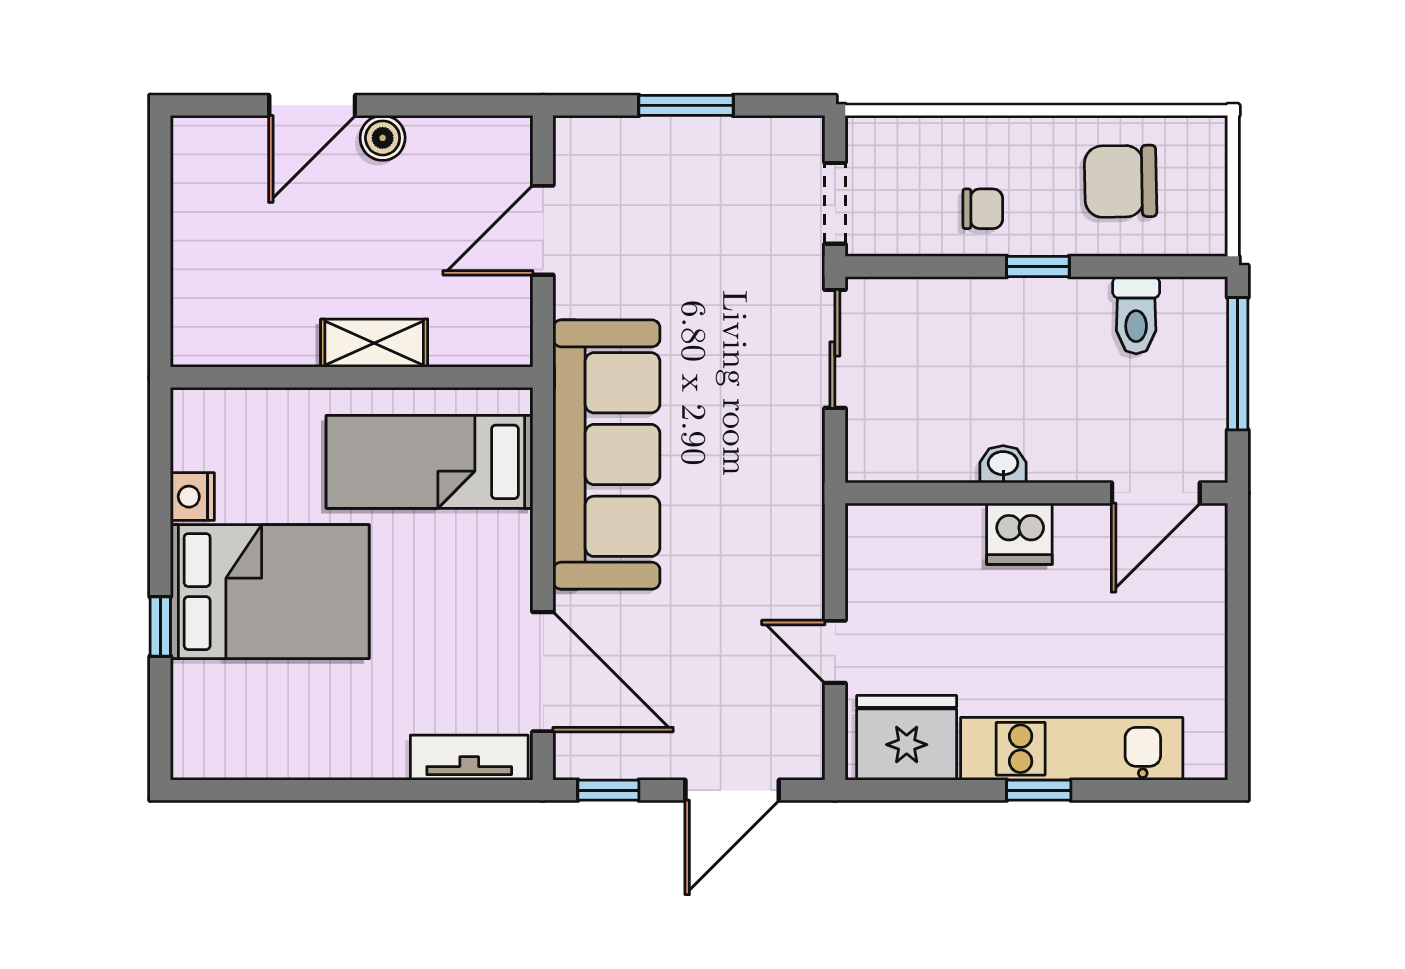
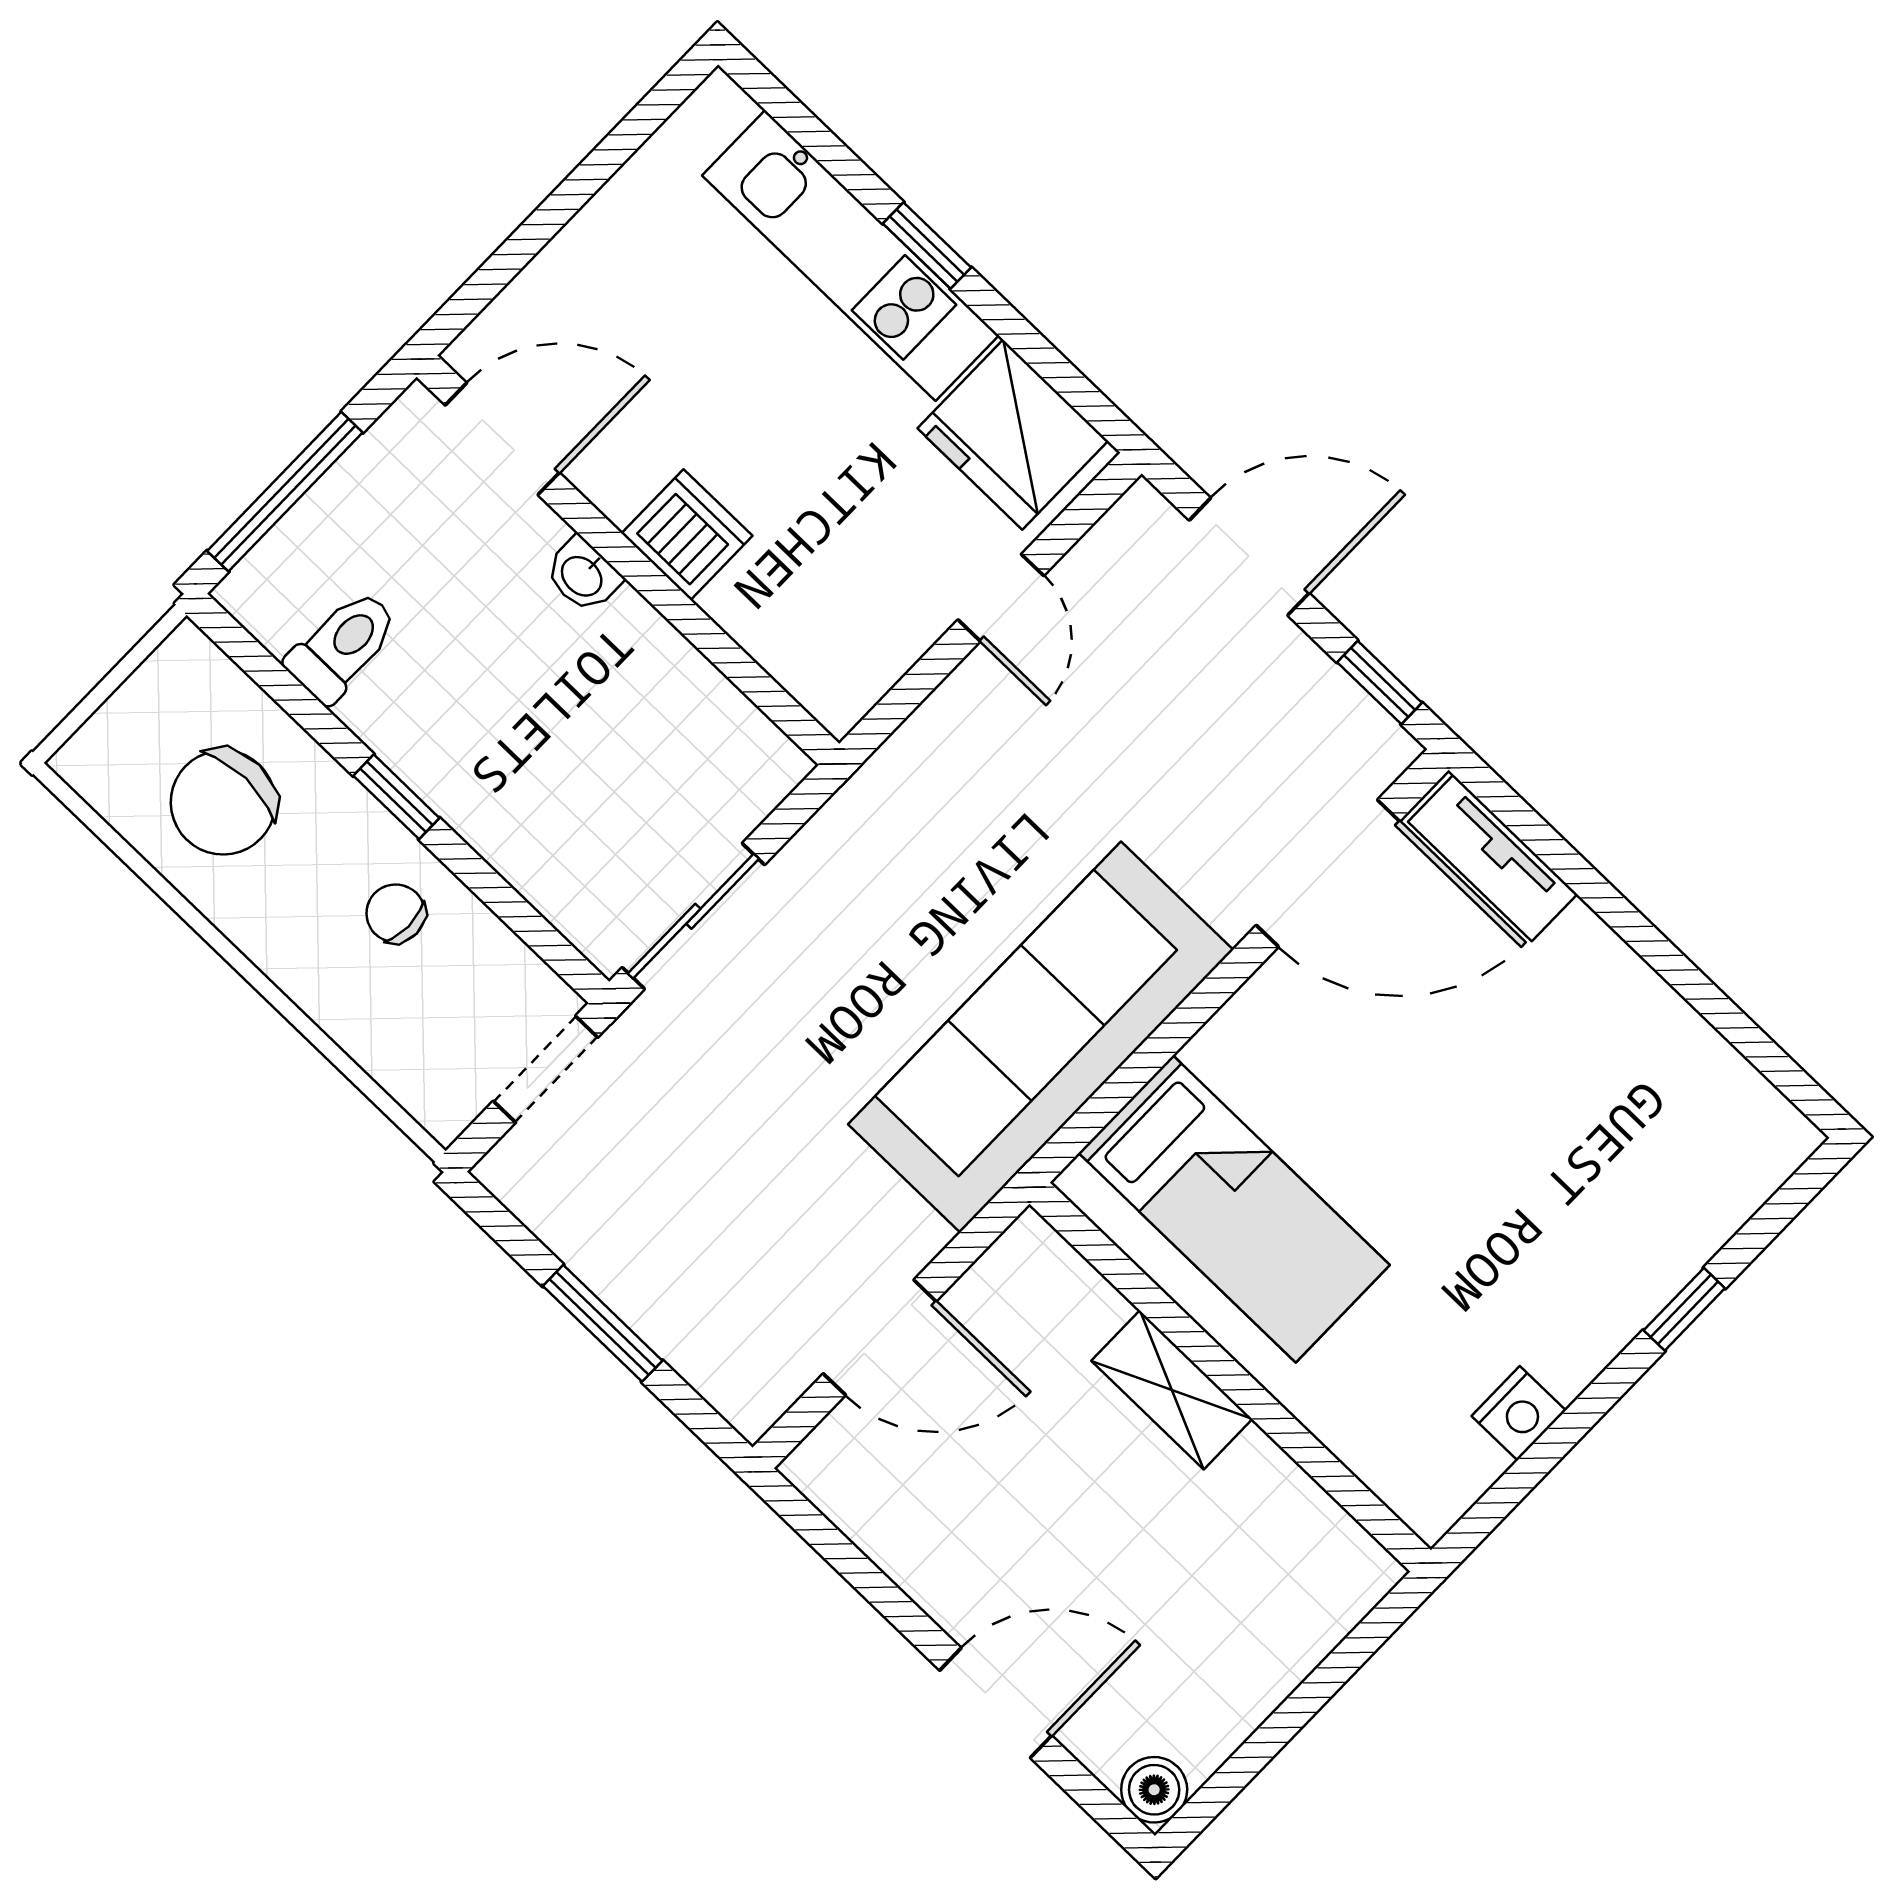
boiler: (383, 138) -> (1154, 1790), moved
chair: (1120, 181) -> (223, 802), turned 91
washbasin: (1003, 464) -> (583, 575), moved
bed: (270, 592) -> (1534, 1235), removed
door: (543, 672) -> (1328, 873), swing flipped

